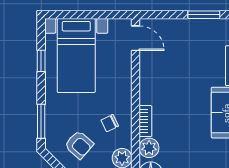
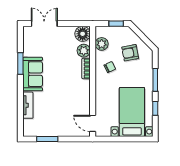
window: (41, 121) -> (155, 80), moved
armchair: (79, 145) -> (130, 53), turned -52

